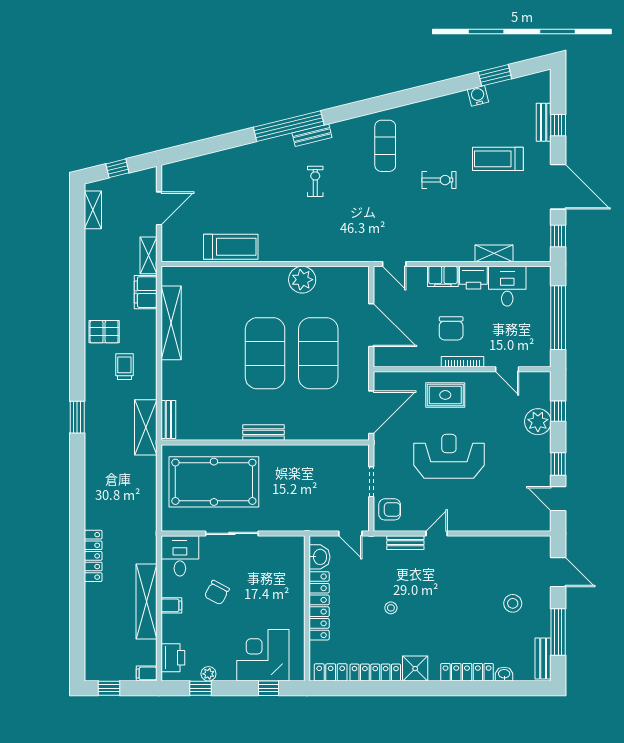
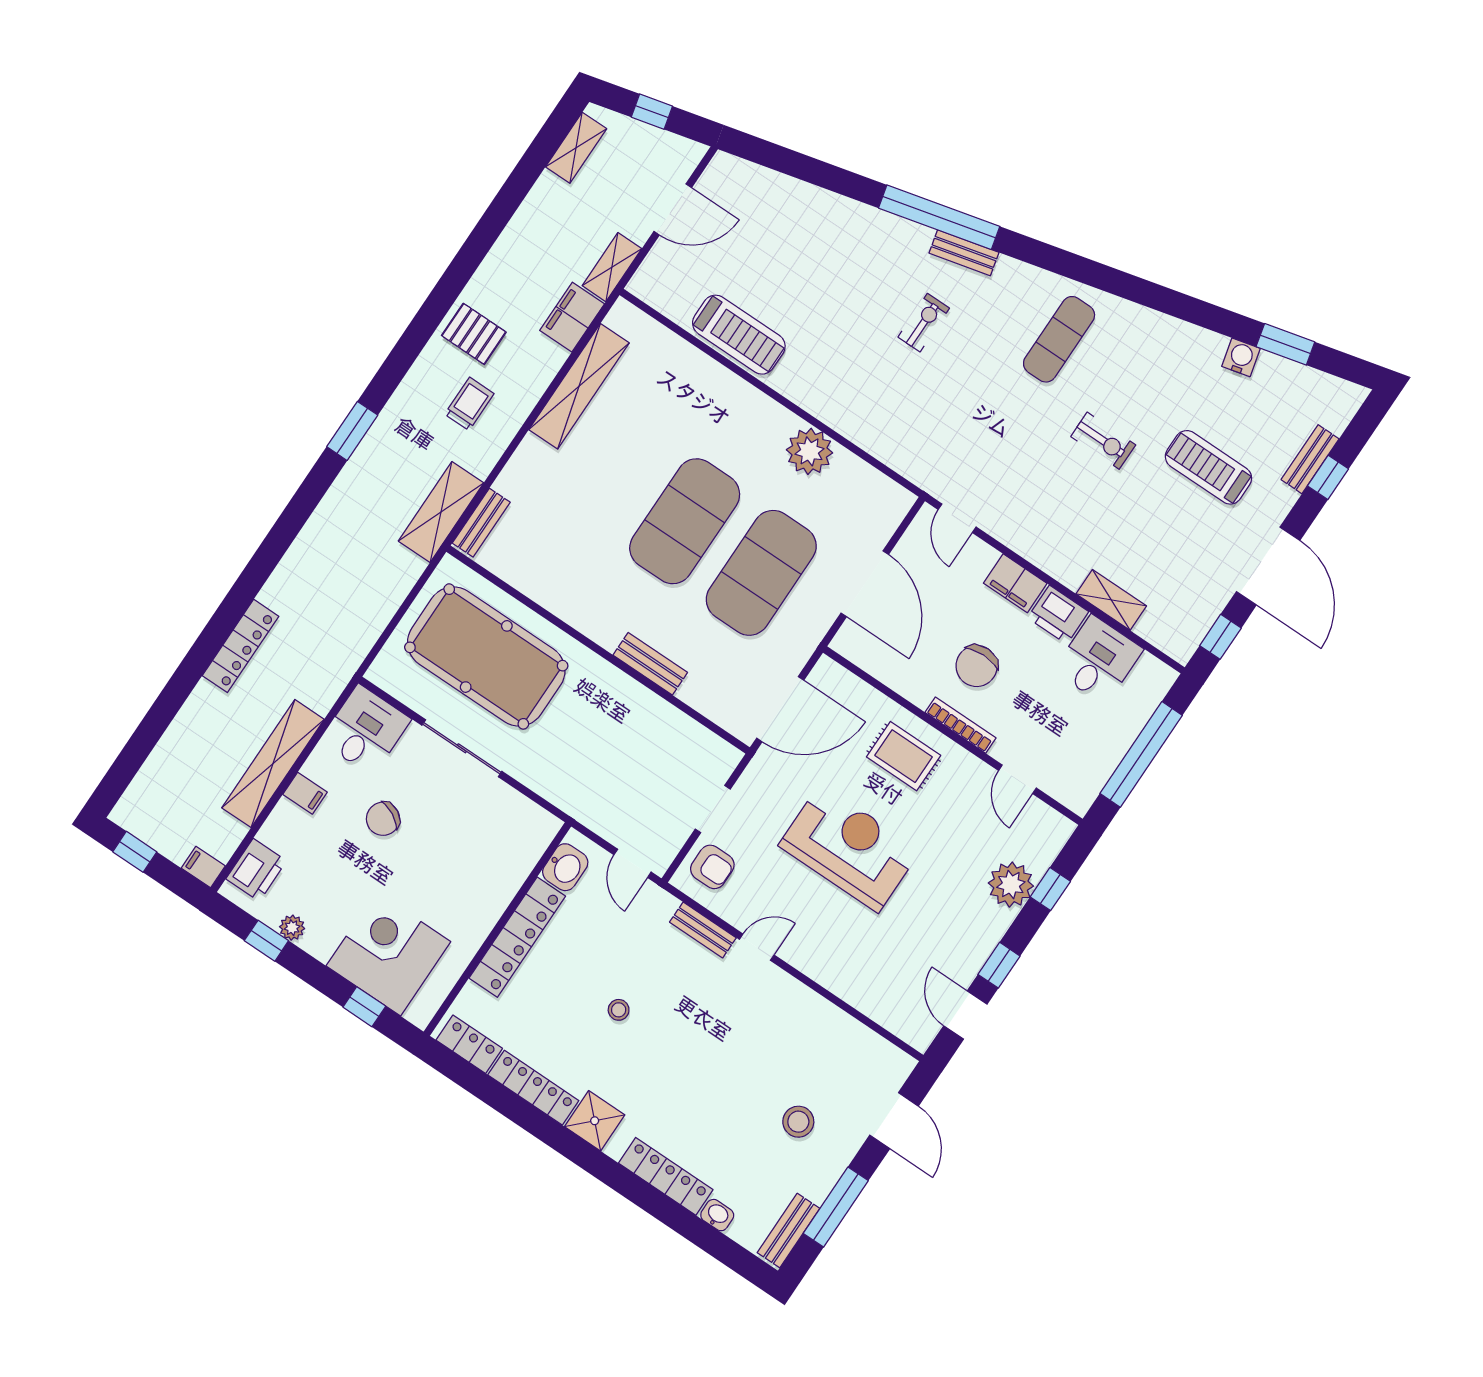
bench: (264, 432) -> (650, 664), moved

